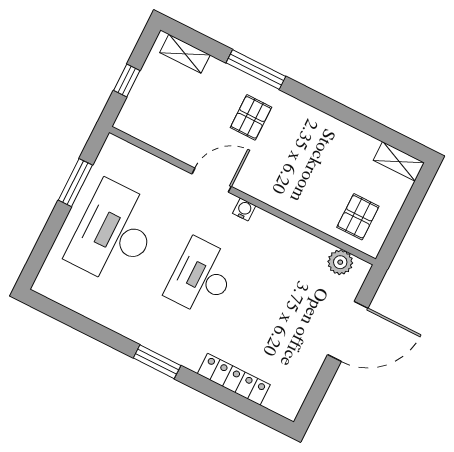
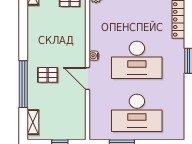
window: (256, 70) -> (23, 84), width x1.46
desk: (201, 277) -> (137, 60), width x1.36, depth x1.30

